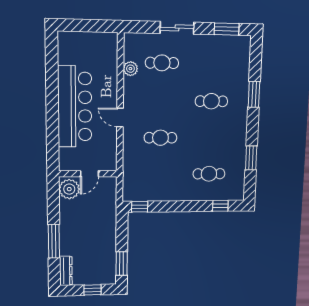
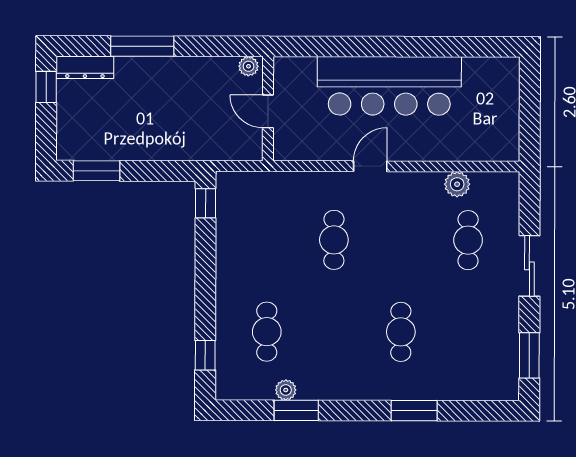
plant: (240, 164) -> (286, 390), added
plant: (69, 189) -> (249, 66), width x0.53, depth x0.53
window: (92, 290) -> (46, 87), moved

